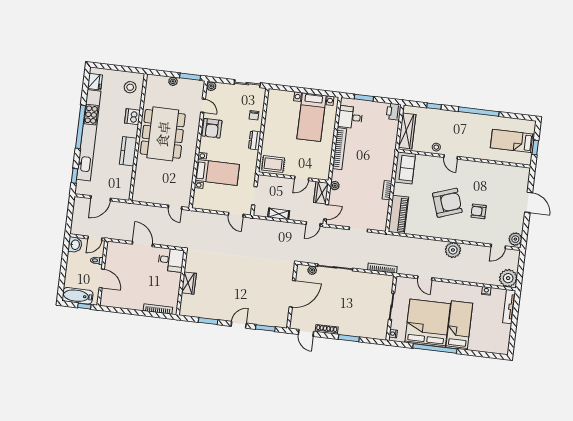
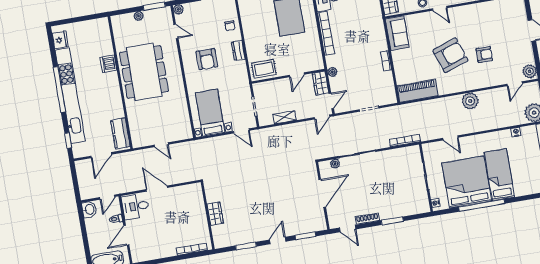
stool: (130, 87) -> (97, 35), removed
armchair: (212, 128) -> (207, 59), moved
kitchen counter: (128, 151) -> (120, 133), moved
bed with nightstands: (217, 172) -> (210, 113), moved, turned -90
door: (175, 207) -> (161, 145), moved
armchair: (479, 211) -> (484, 54), turned 180
piano: (398, 214) -> (417, 91), moved, turned -90
desk: (171, 260) -> (135, 206), moved, turned 180
door: (102, 278) -> (126, 235), swing flipped

